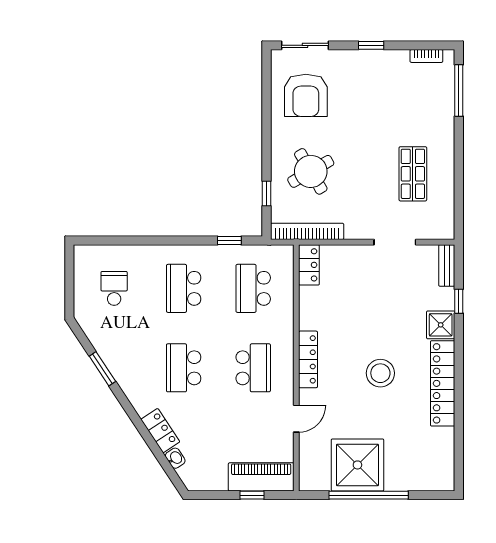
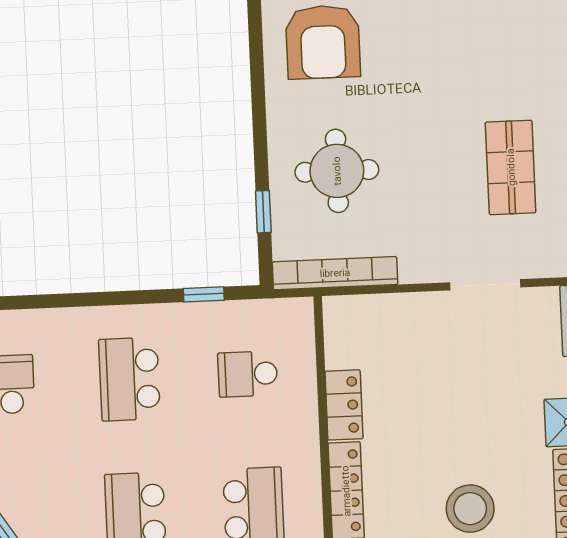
round table: (311, 171) -> (337, 171), turned 30
locker: (309, 265) -> (344, 405), moved
school desk: (253, 288) -> (248, 374), width x0.54

